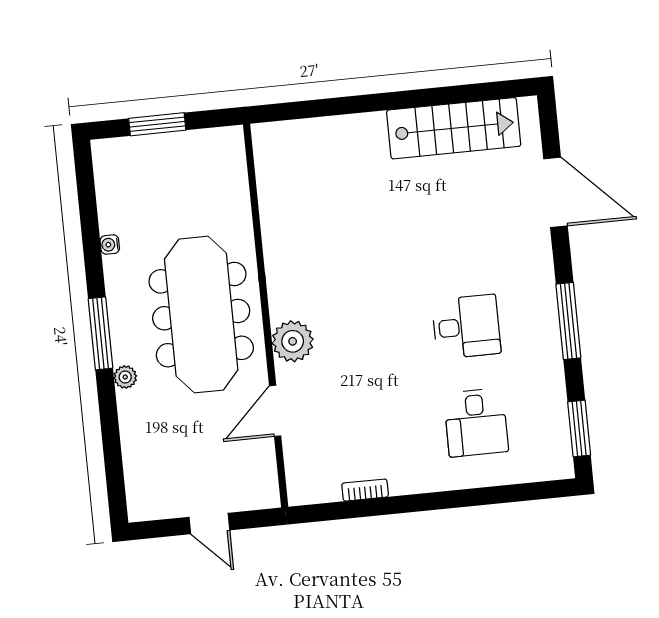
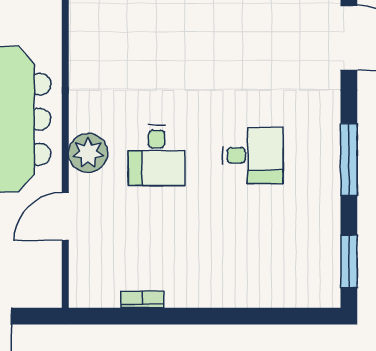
desk: (476, 422) -> (157, 155), moved

